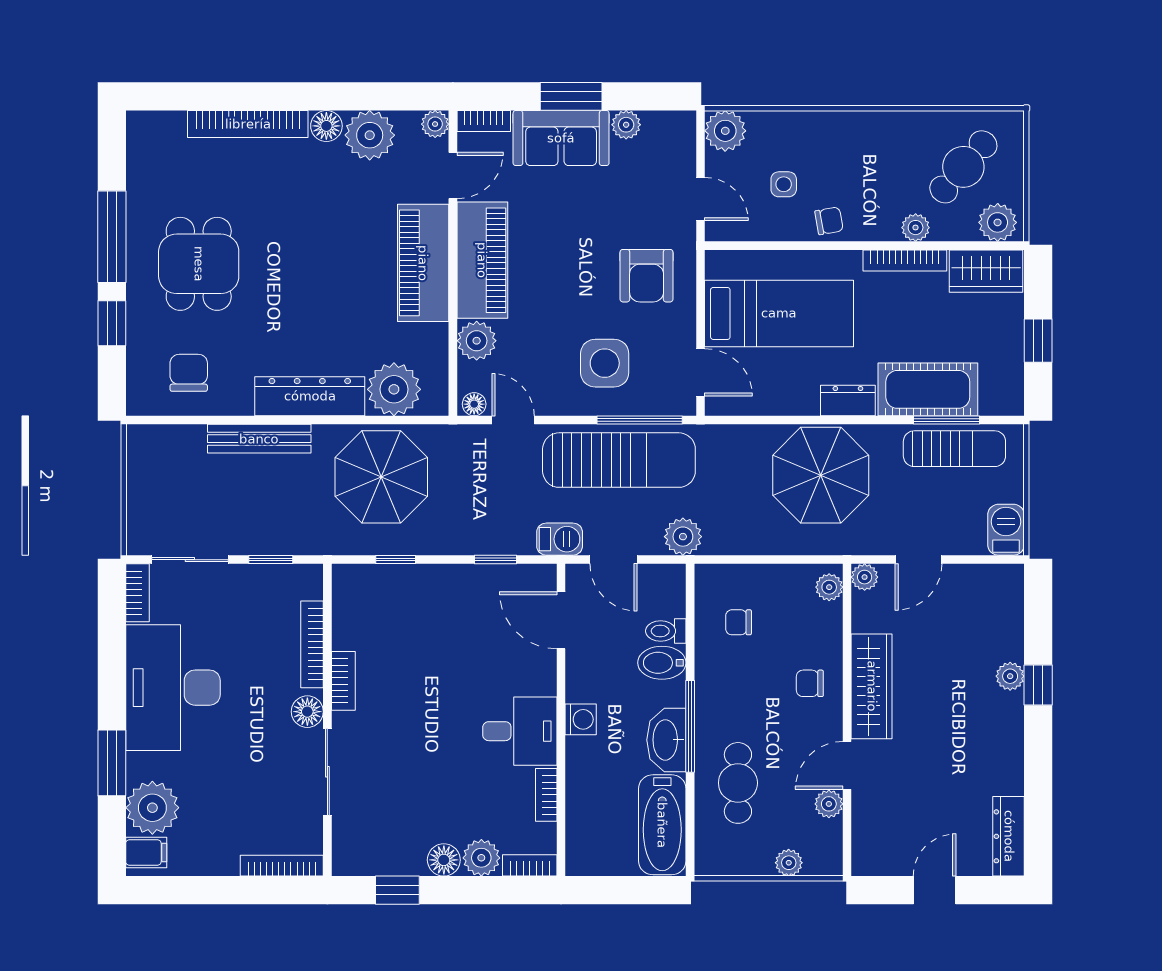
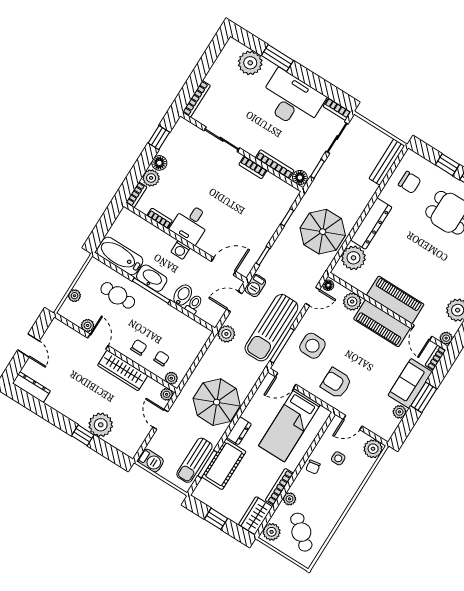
bench: (259, 439) -> (387, 162), moved
chair: (739, 622) -> (161, 358), moved
plant: (1010, 676) -> (101, 425), width x1.88, depth x1.88
floor lamp: (307, 712) -> (300, 178), moved
filing cabinet: (146, 852) -> (234, 50), removed

